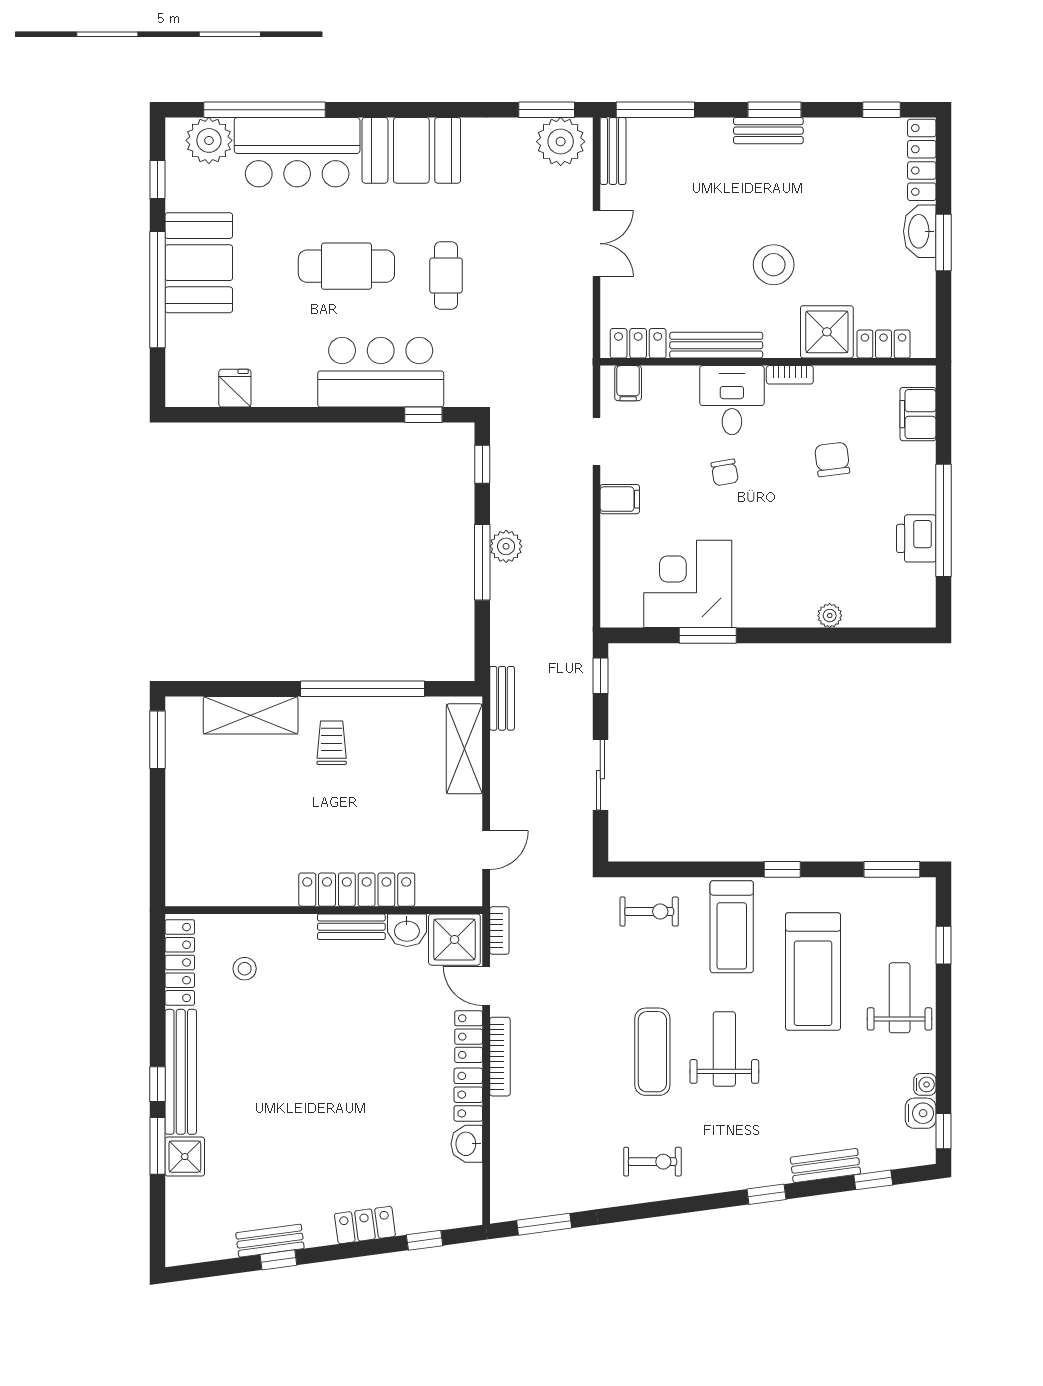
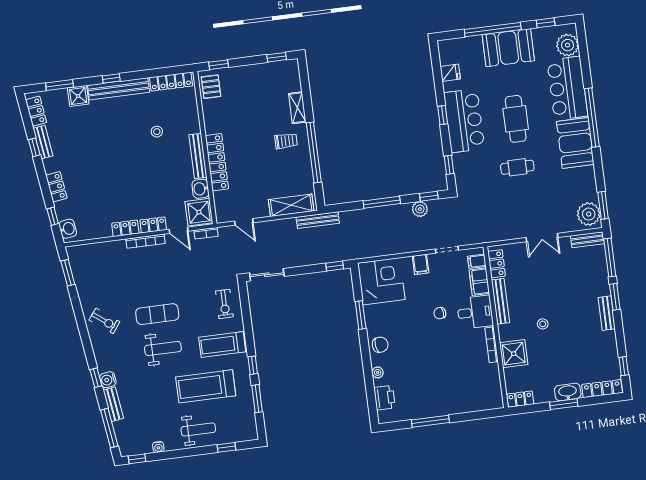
window: (264, 110) -> (592, 118), moved
window: (775, 110) -> (615, 297), moved
stool: (774, 265) -> (543, 324), width x0.53, depth x0.53
locker: (884, 344) -> (520, 399), moved, turned -90
bar counter: (381, 372) -> (464, 121), moved
bookcase: (790, 375) -> (492, 345), width x1.56
filing cabinet: (918, 414) -> (479, 282), moved, turned -90
window: (320, 415) -> (443, 115), added
chair: (832, 459) -> (380, 345), moved
window: (944, 520) -> (430, 421), width x0.68
printer: (916, 538) -> (384, 398), moved, turned 90
plant: (506, 546) -> (420, 209), moved
corner desk: (688, 584) -> (381, 281), moved
bench: (502, 698) -> (318, 220), width x1.36
shelving: (251, 715) -> (297, 108), width x0.67, depth x0.75
window: (157, 740) -> (277, 57), width x0.67
sliding door: (600, 775) -> (267, 275), moved
window: (157, 861) -> (219, 65), added
window: (892, 869) -> (257, 399), moved
pallet: (201, 882) -> (211, 87), added
bench: (351, 927) -> (198, 156), width x1.36
stool: (245, 969) -> (157, 132), moved
door: (486, 986) -> (179, 230), swing flipped
water cooler: (921, 1113) -> (108, 380), moved, turned 82
washbasin: (467, 1144) -> (68, 229), moved, turned 82
window: (157, 1146) -> (60, 85), moved
exercise bike: (653, 1162) -> (104, 321), turned -53
window: (873, 1180) -> (109, 428), width x2.17
locker: (205, 1247) -> (36, 111), added

